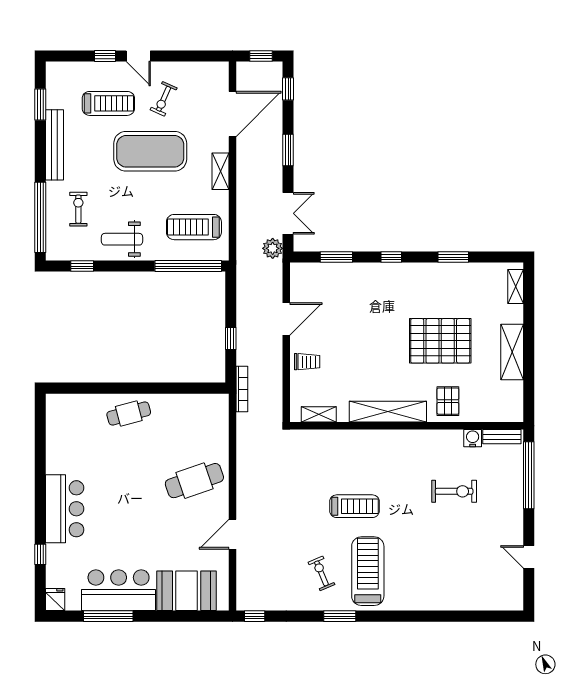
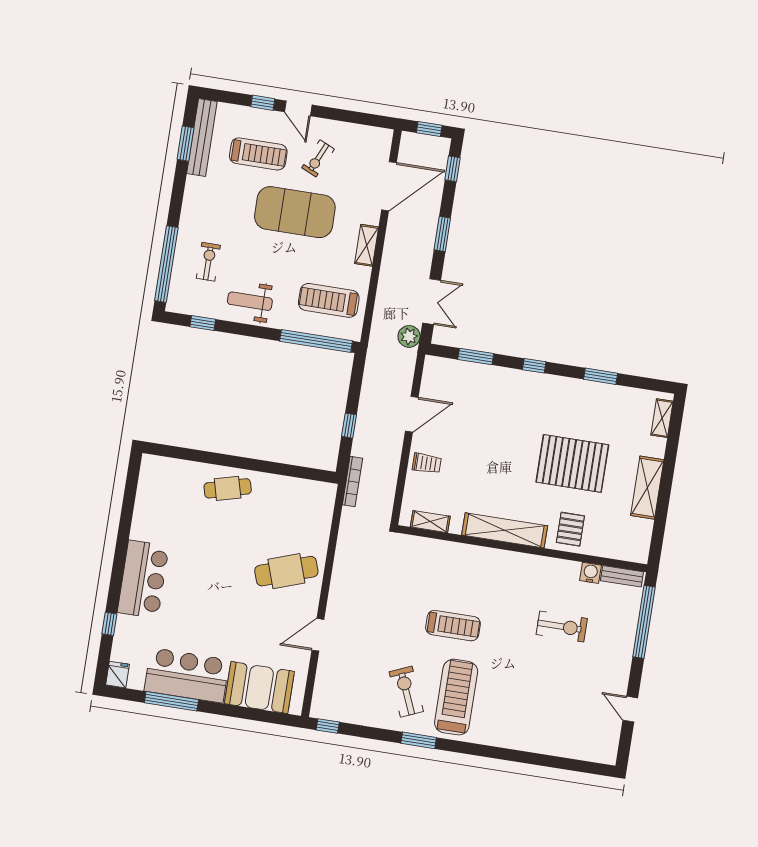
bench: (54, 145) -> (202, 138), moved
exercise bike: (321, 573) -> (406, 692), width x1.38, depth x1.39

